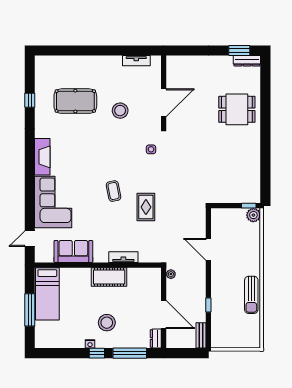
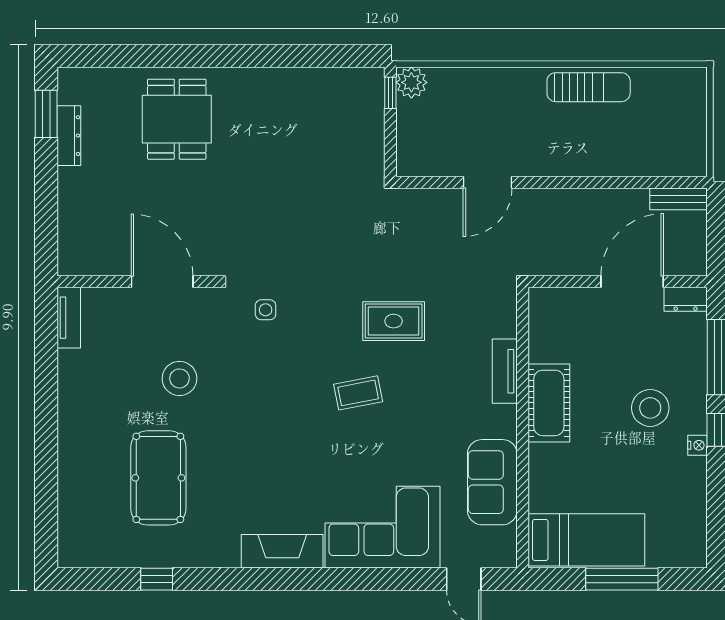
tv unit: (136, 61) -> (69, 318), moved
dresser: (247, 61) -> (69, 136), moved
plant: (171, 274) -> (542, 266), removed
window: (208, 305) -> (611, 182), removed

